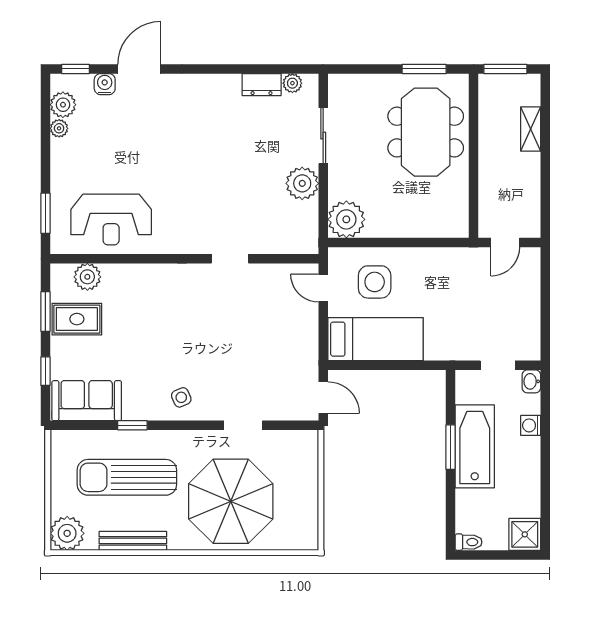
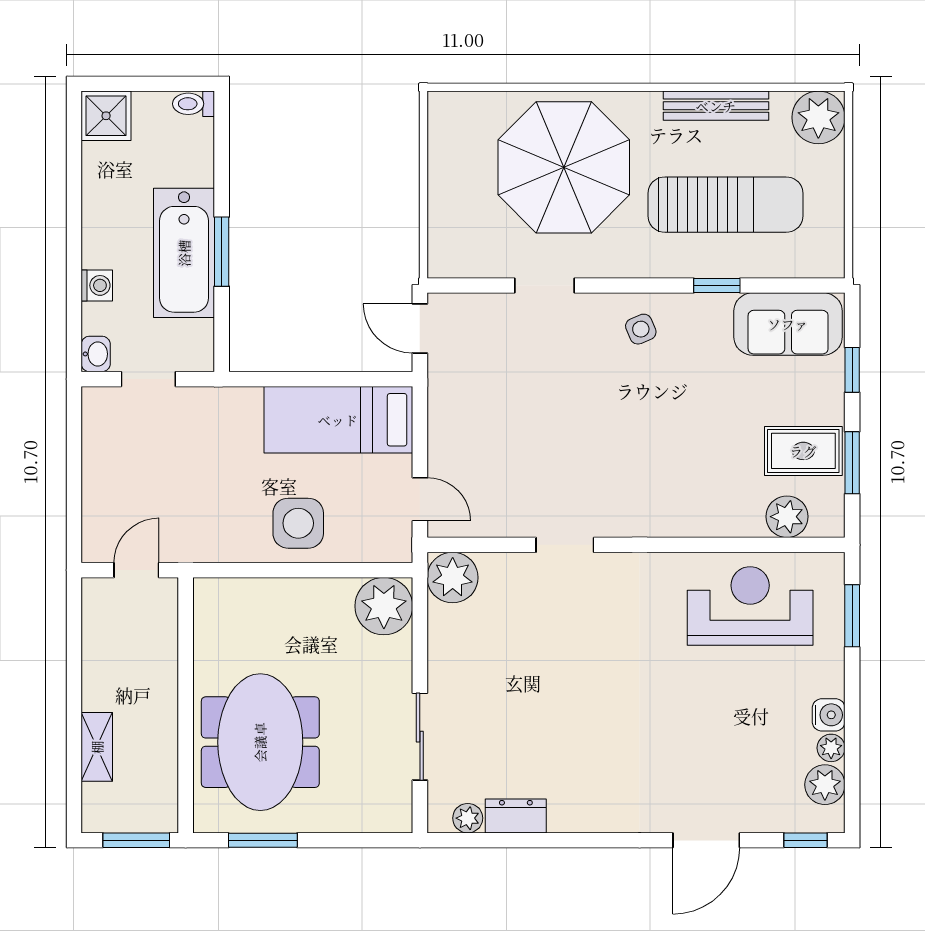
water cooler: (105, 84) -> (829, 715), moved, turned -90
plant: (302, 183) -> (453, 578), moved
side table: (375, 282) -> (298, 523), moved

